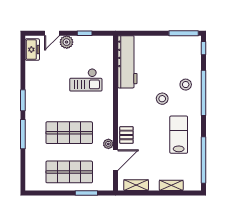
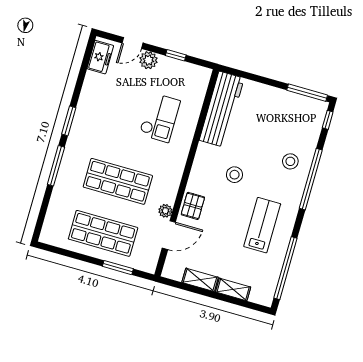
checkout: (86, 80) -> (160, 118), turned -90
stool: (162, 99) -> (234, 175), moved
shelving: (136, 185) -> (200, 280), moved

